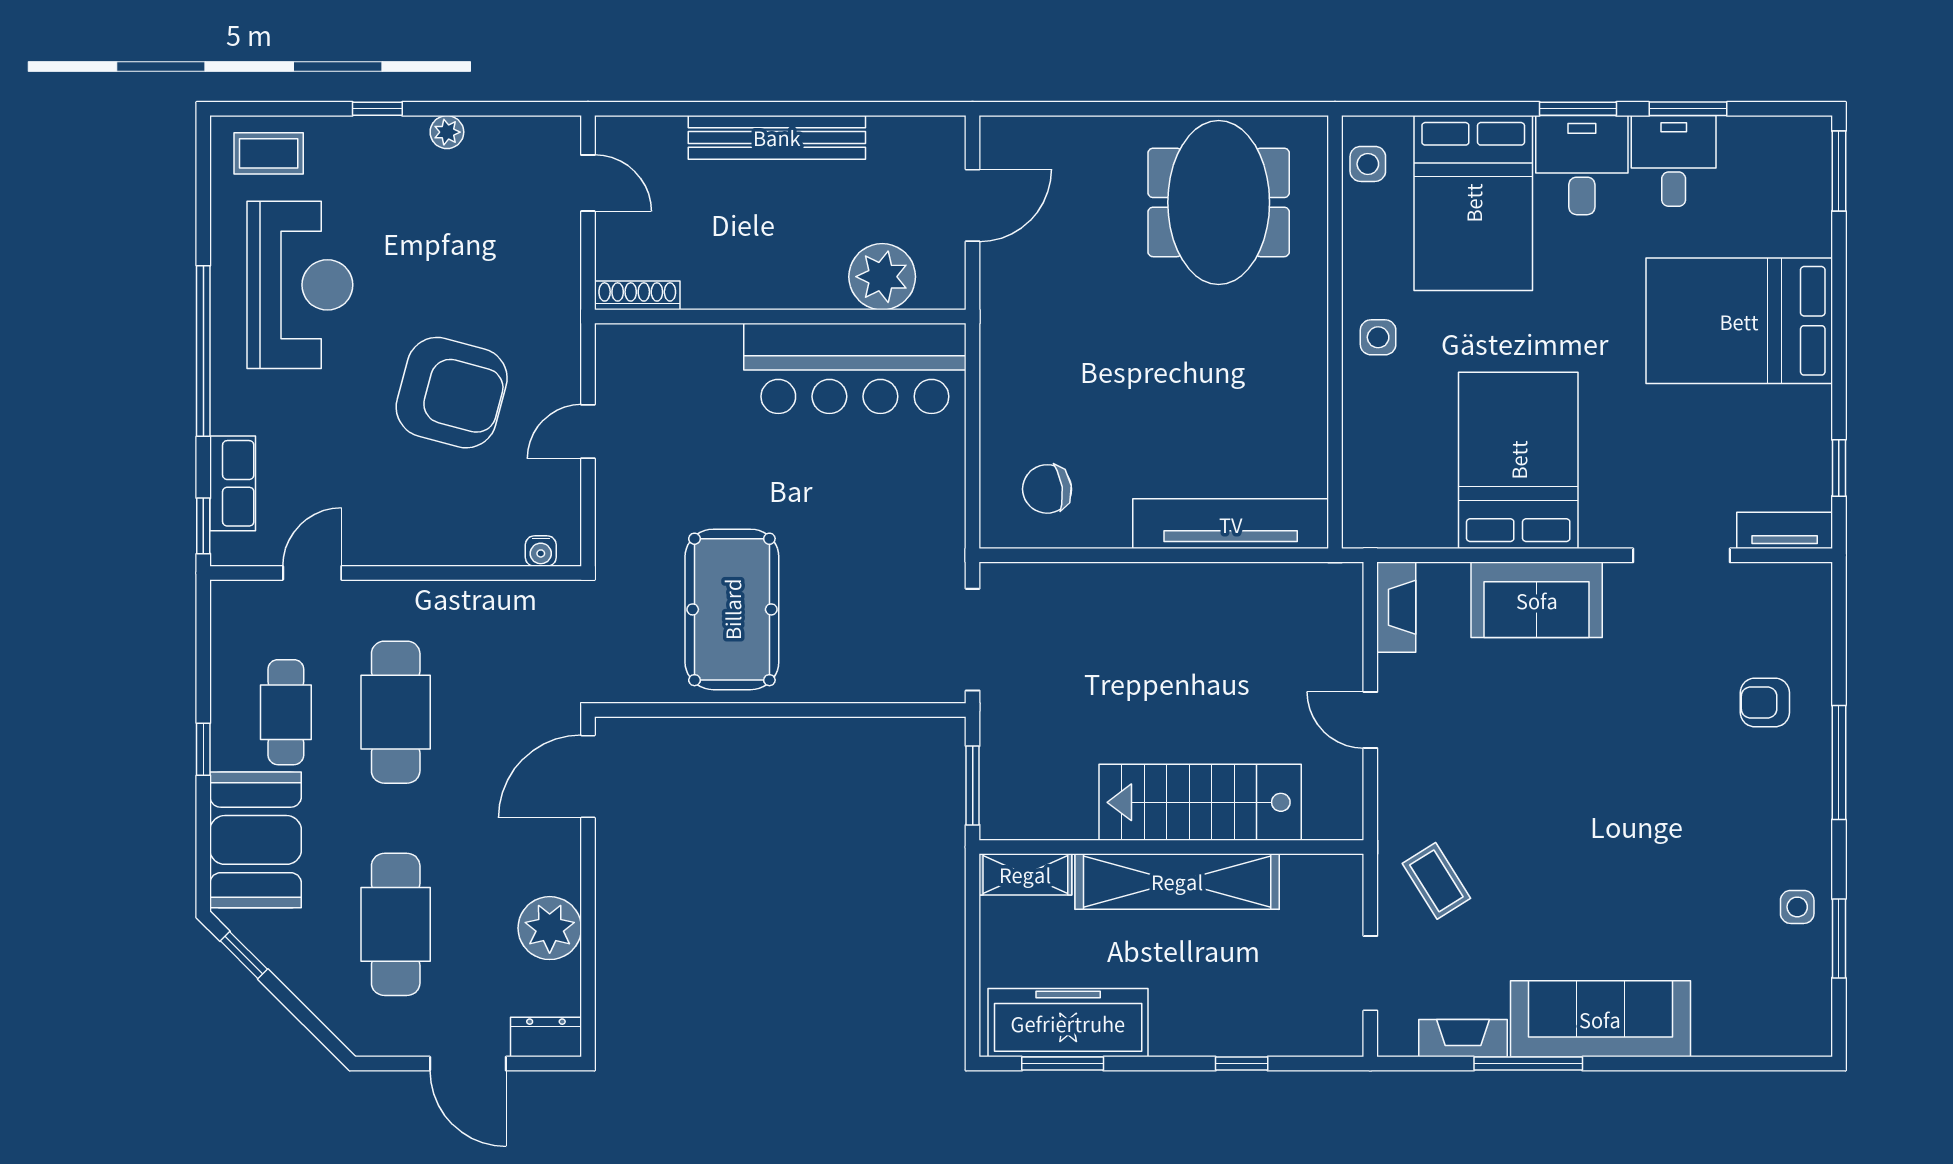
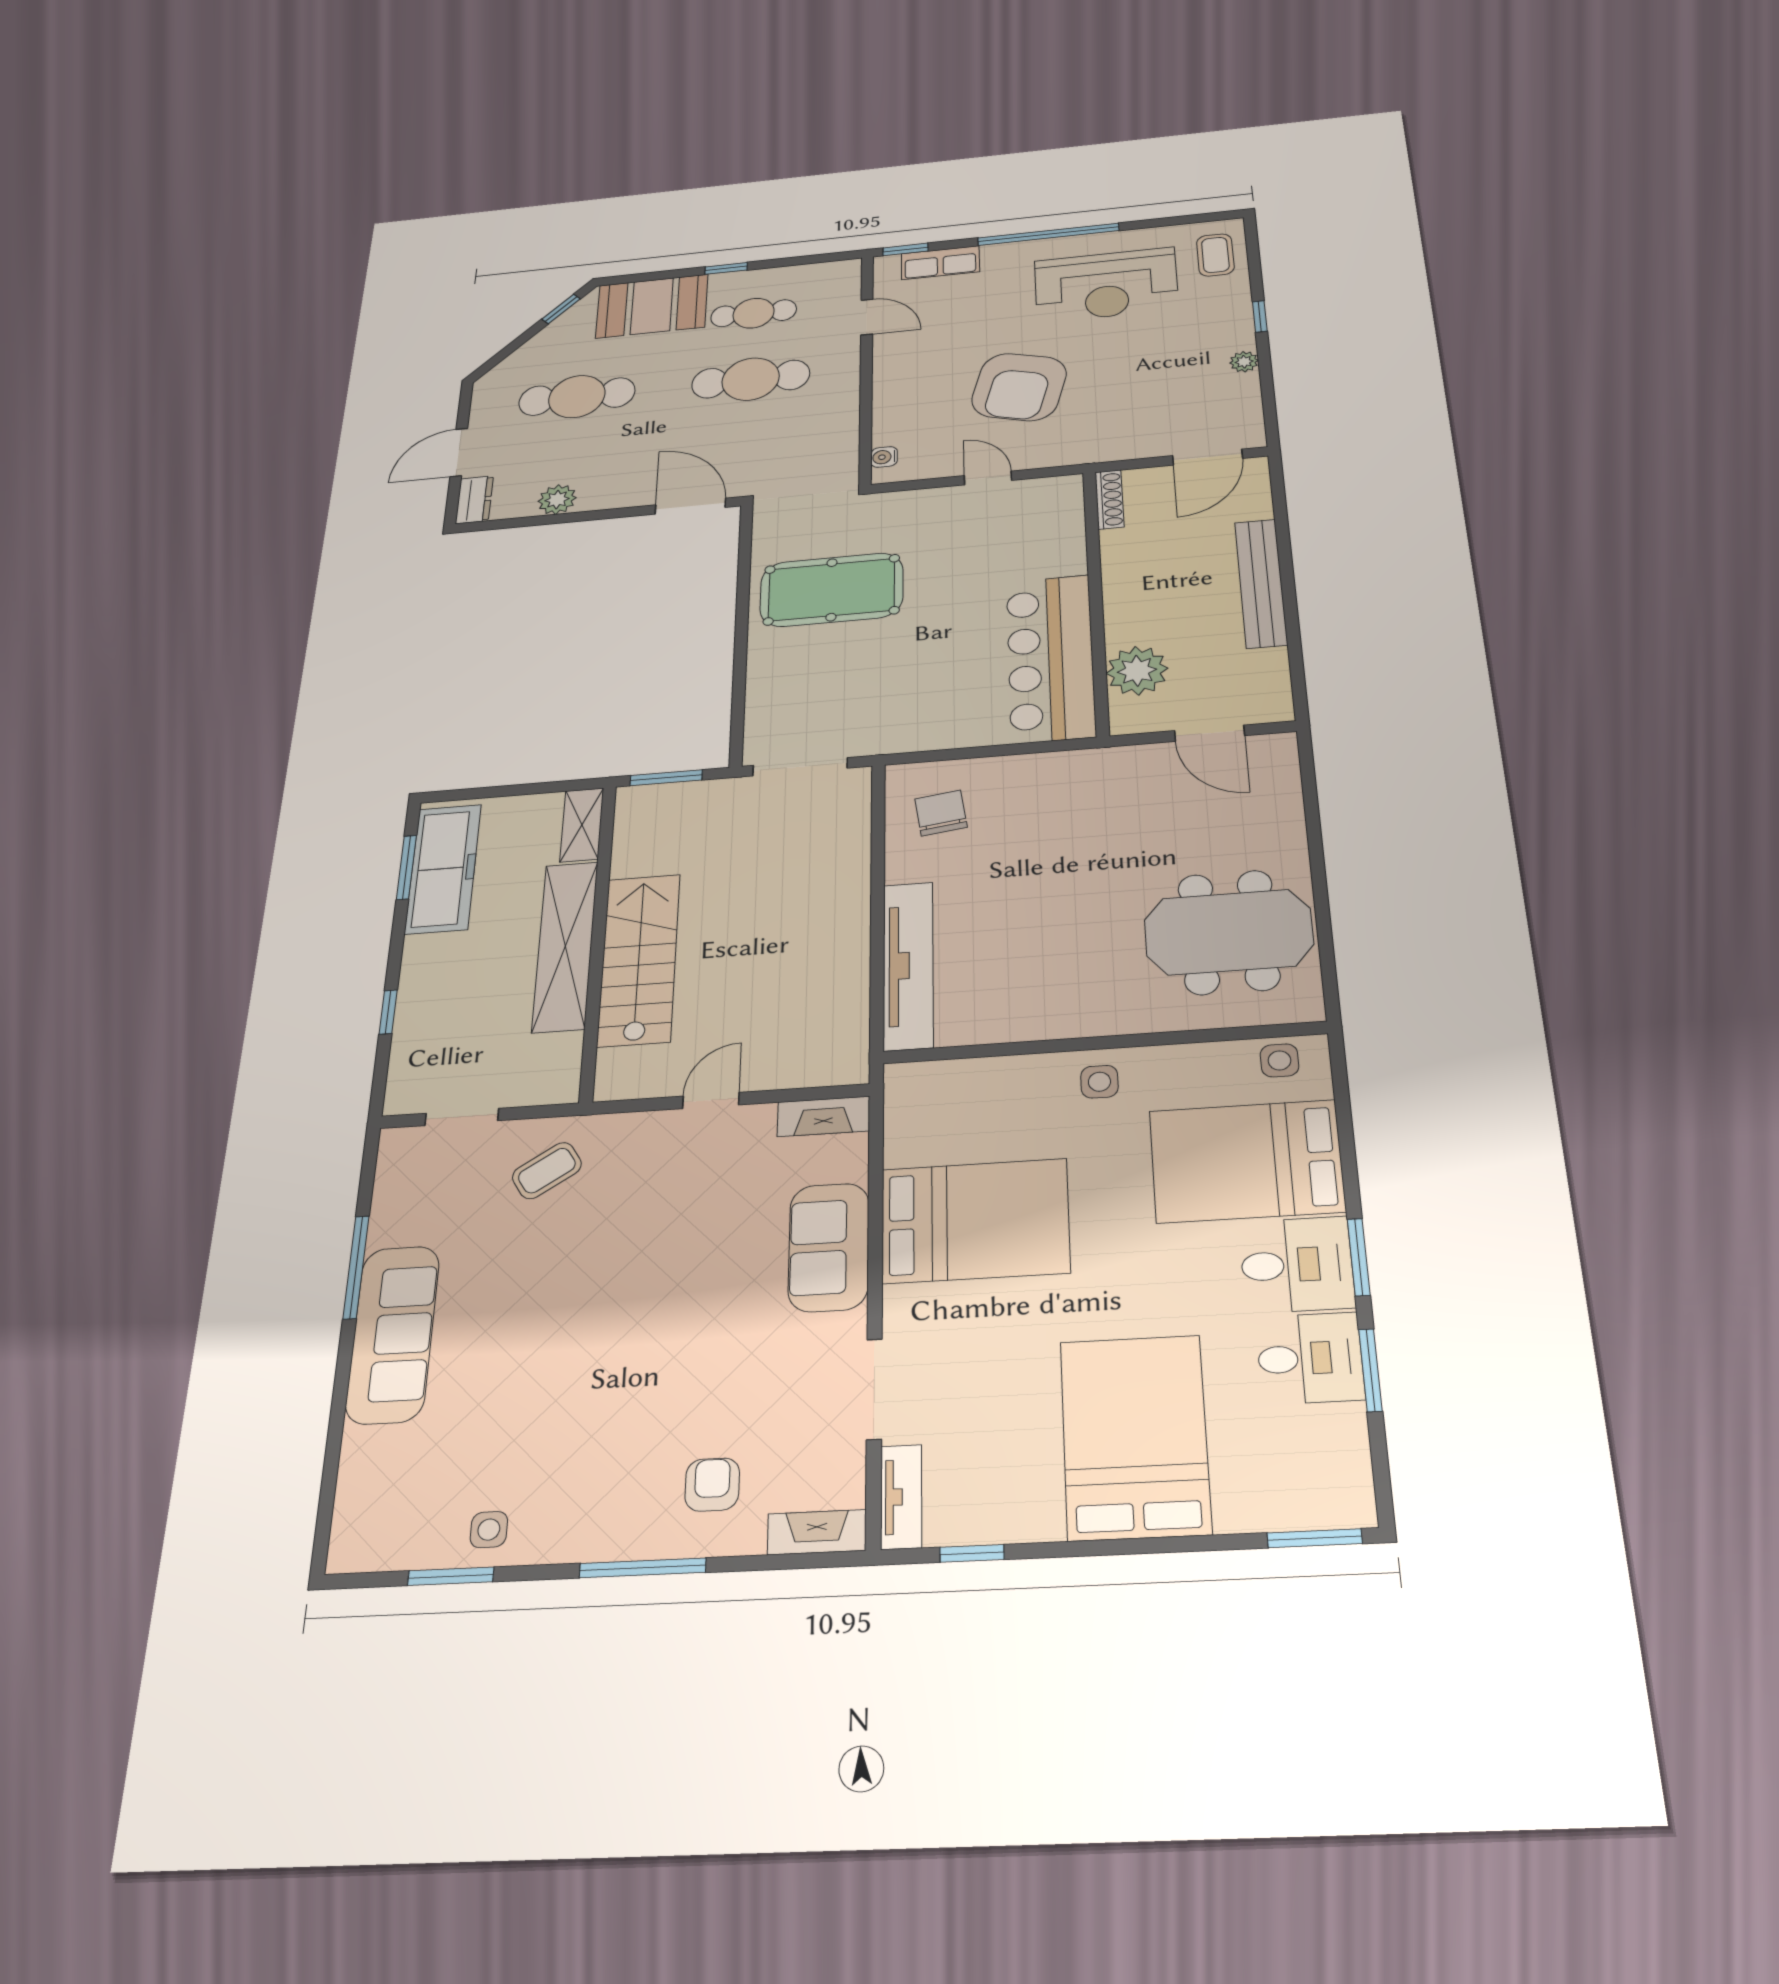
door: (588, 183) -> (1207, 457), width x1.38
plant: (550, 928) -> (557, 500), width x0.73, depth x0.73
fireplace: (1463, 1038) -> (817, 1532), moved, turned -90

